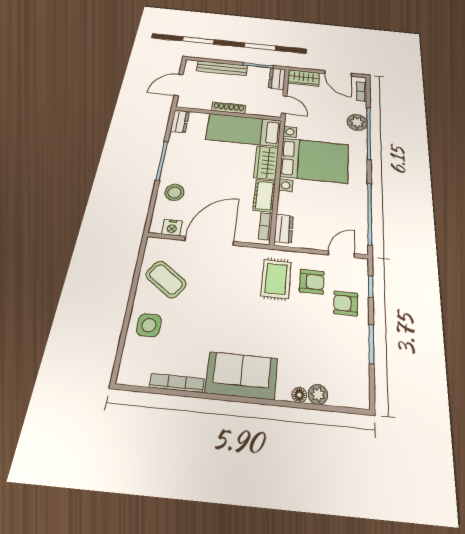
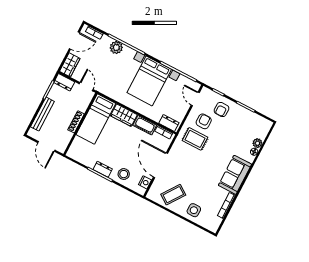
door: (284, 105) -> (86, 87), hinge flipped
dresser: (180, 122) -> (103, 169), moved
bed with nightstands: (314, 160) -> (149, 81), moved, turned 180

